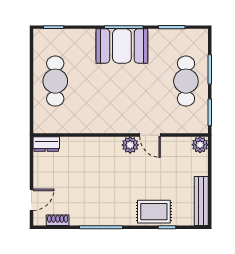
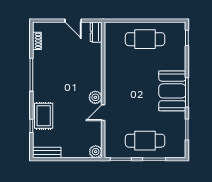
door: (31, 200) -> (73, 21), moved
bench: (201, 201) -> (47, 153), width x0.73

